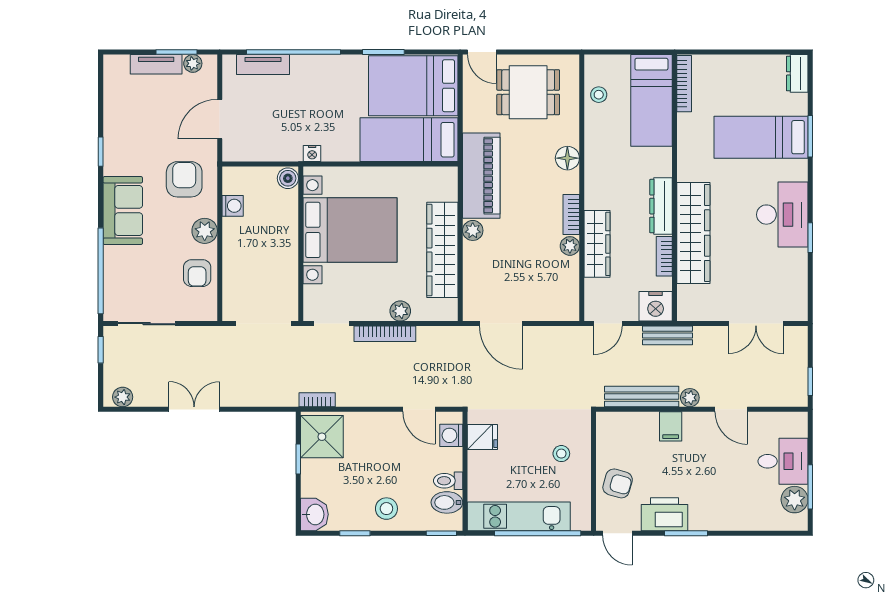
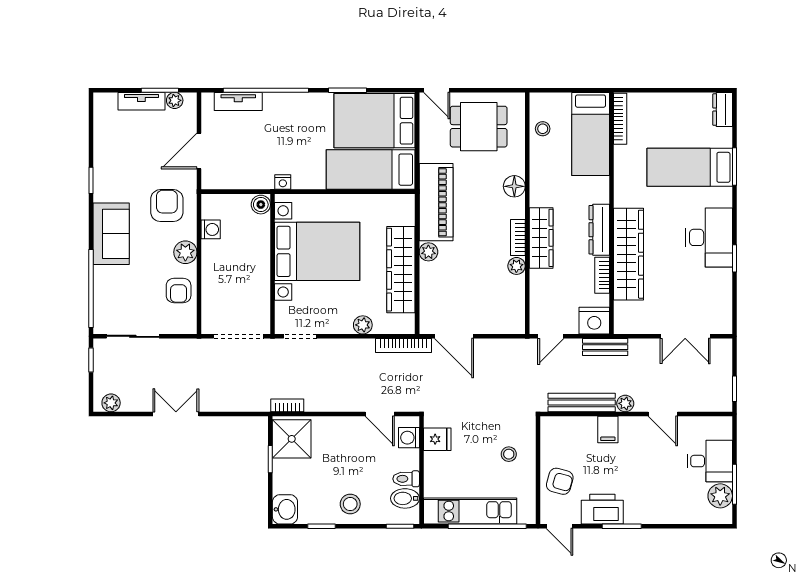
wardrobe: (597, 244) -> (541, 238), moved
bookcase: (385, 334) -> (404, 346), moved

